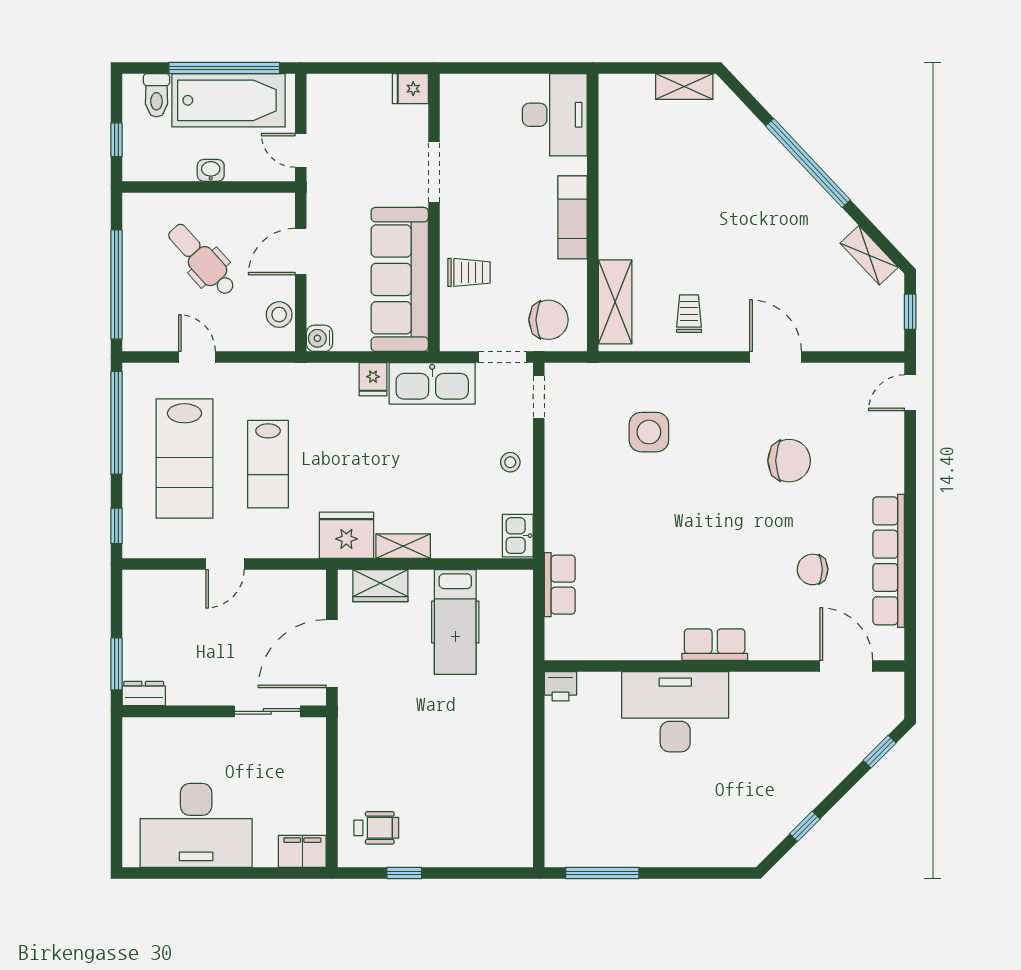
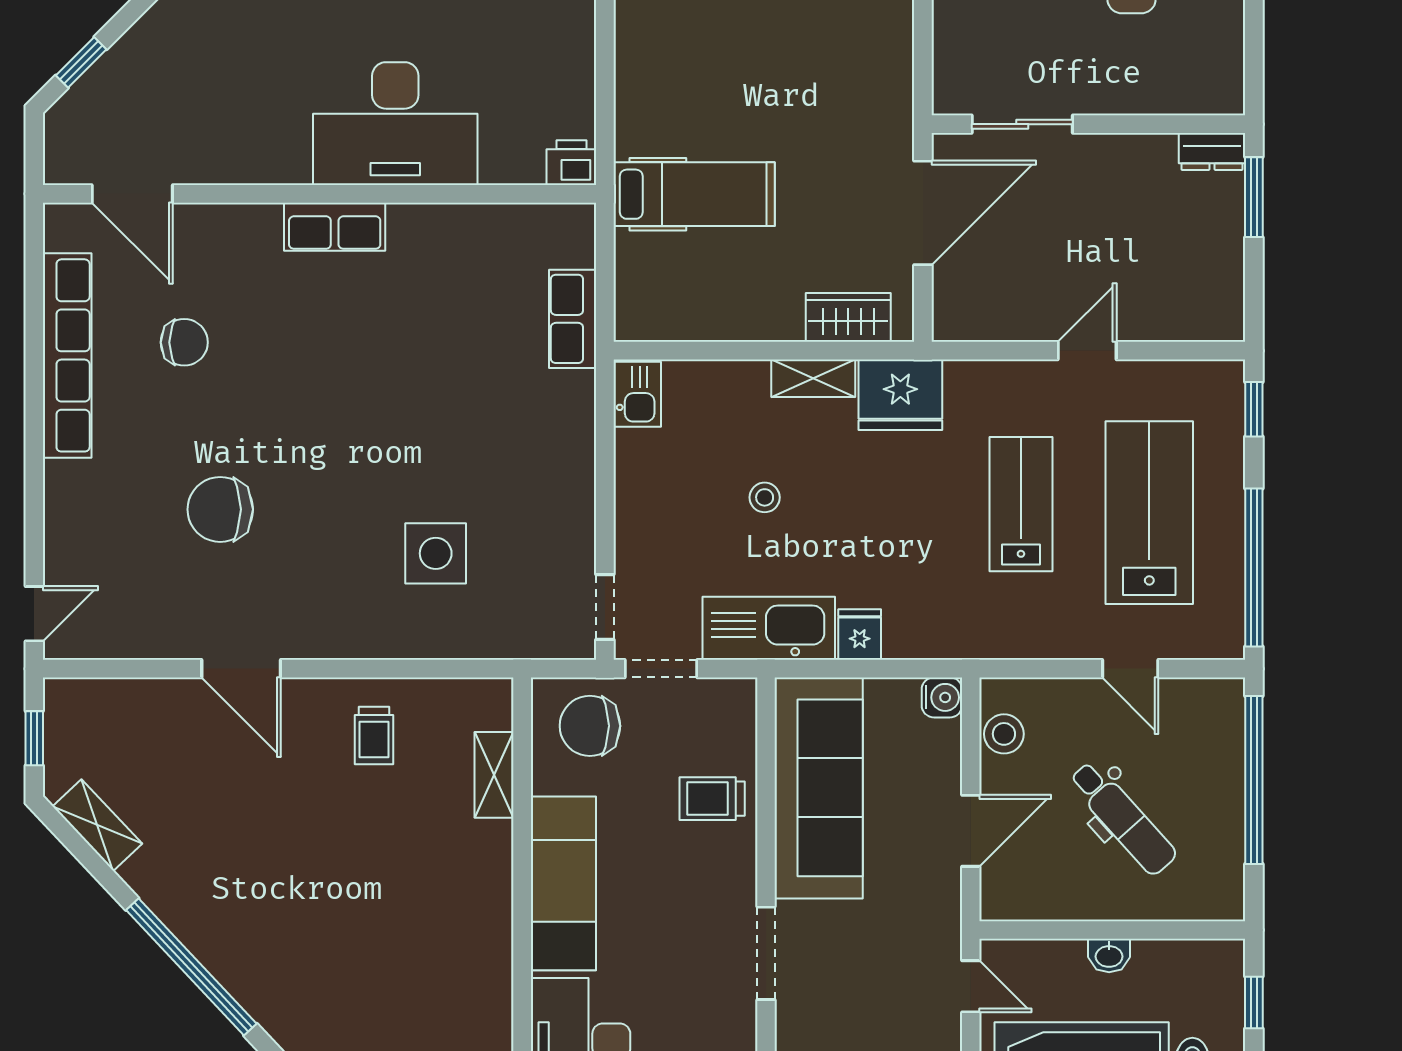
exam couch: (572, 217) -> (563, 883), width x1.36, depth x1.45
shelving: (615, 302) -> (494, 775), width x0.67, depth x0.75
stool: (510, 462) -> (765, 497), moved
hospital bed: (455, 622) -> (694, 194), moved, turned 90

